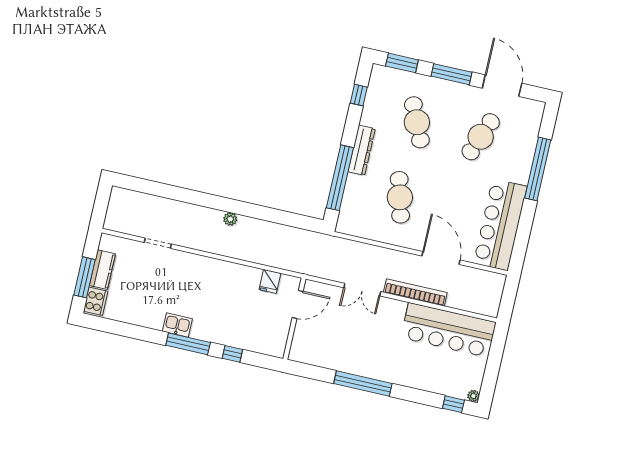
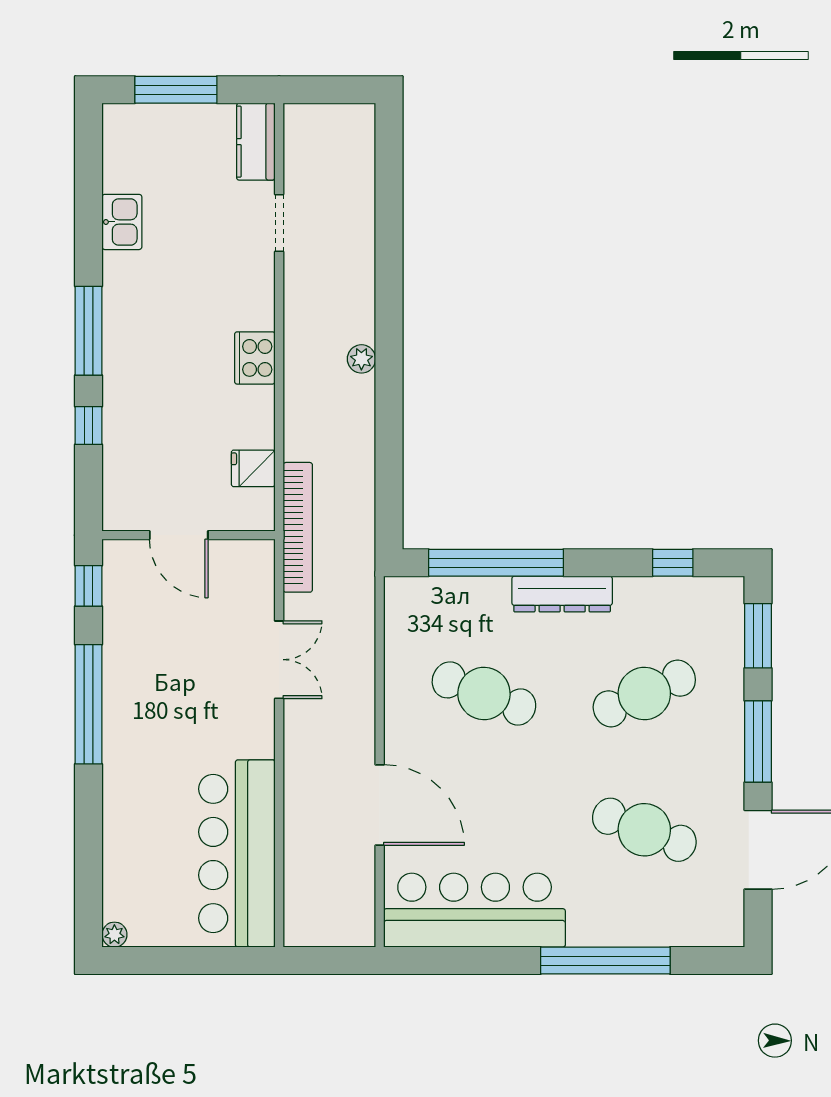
cafe table: (400, 197) -> (484, 693), turned 36
door: (441, 258) -> (380, 805), hinge flipped
kitchen counter: (102, 270) -> (256, 142), moved, turned 90
double door: (362, 290) -> (279, 660), swing flipped
bookcase: (415, 292) -> (298, 527), moved
cooker: (96, 301) -> (255, 358), moved, turned 90
door: (298, 304) -> (179, 535), moved
kitchen sink: (177, 325) -> (122, 222), moved
window: (453, 404) -> (88, 586), moved

